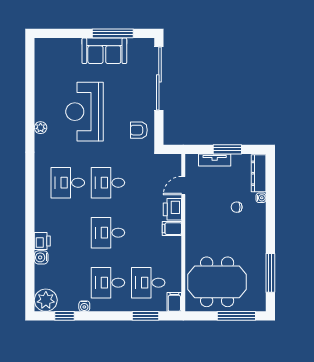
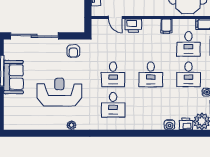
reception desk: (84, 112) -> (59, 92), turned 180
filing cabinet: (172, 229) -> (166, 26), moved
printer: (42, 241) -> (186, 124), moved

